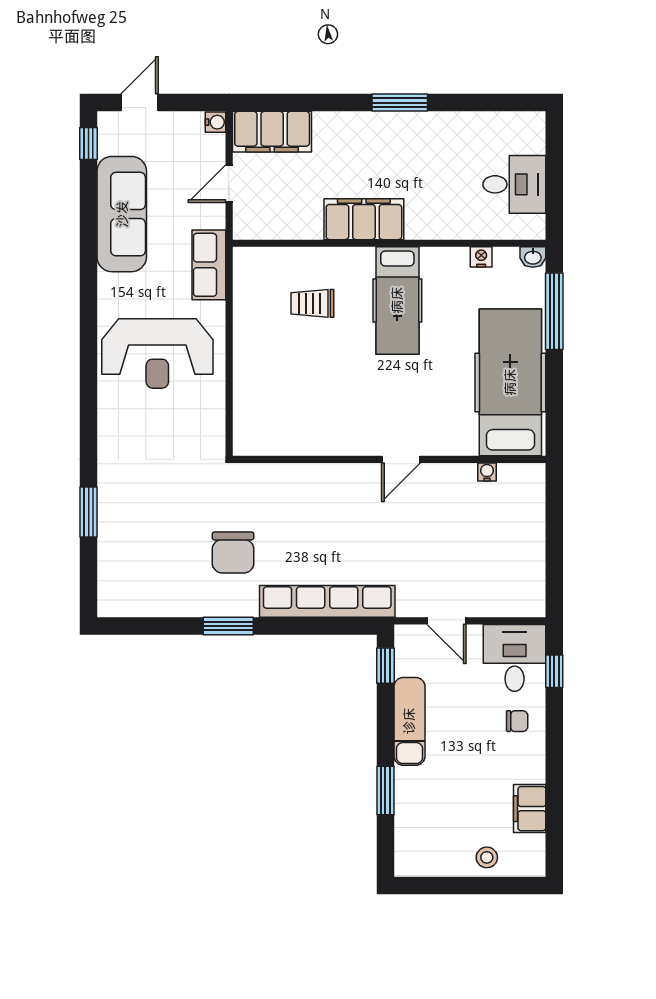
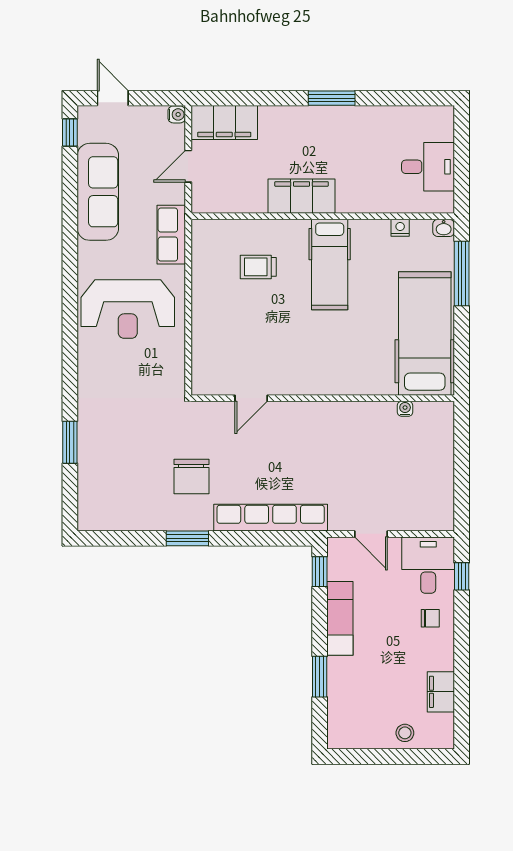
door: (139, 103) -> (113, 98), hinge flipped
door: (401, 459) -> (251, 398), moved

